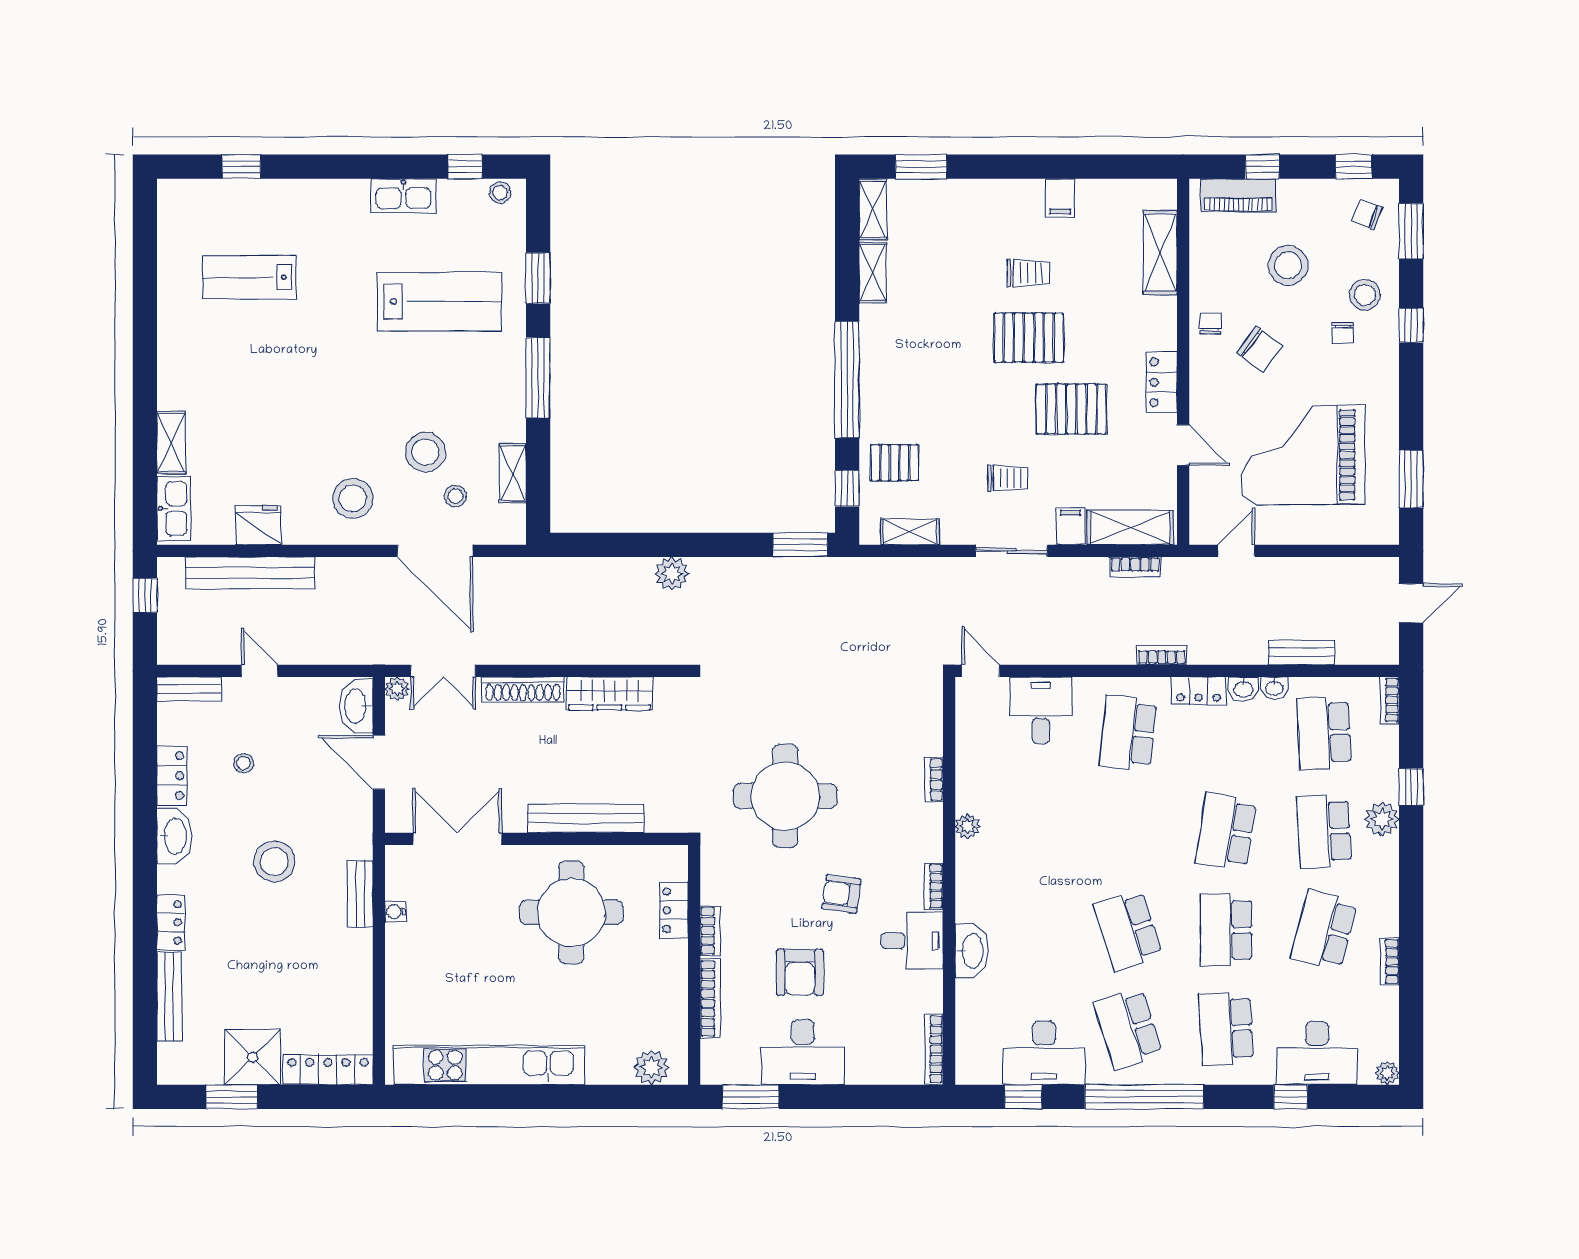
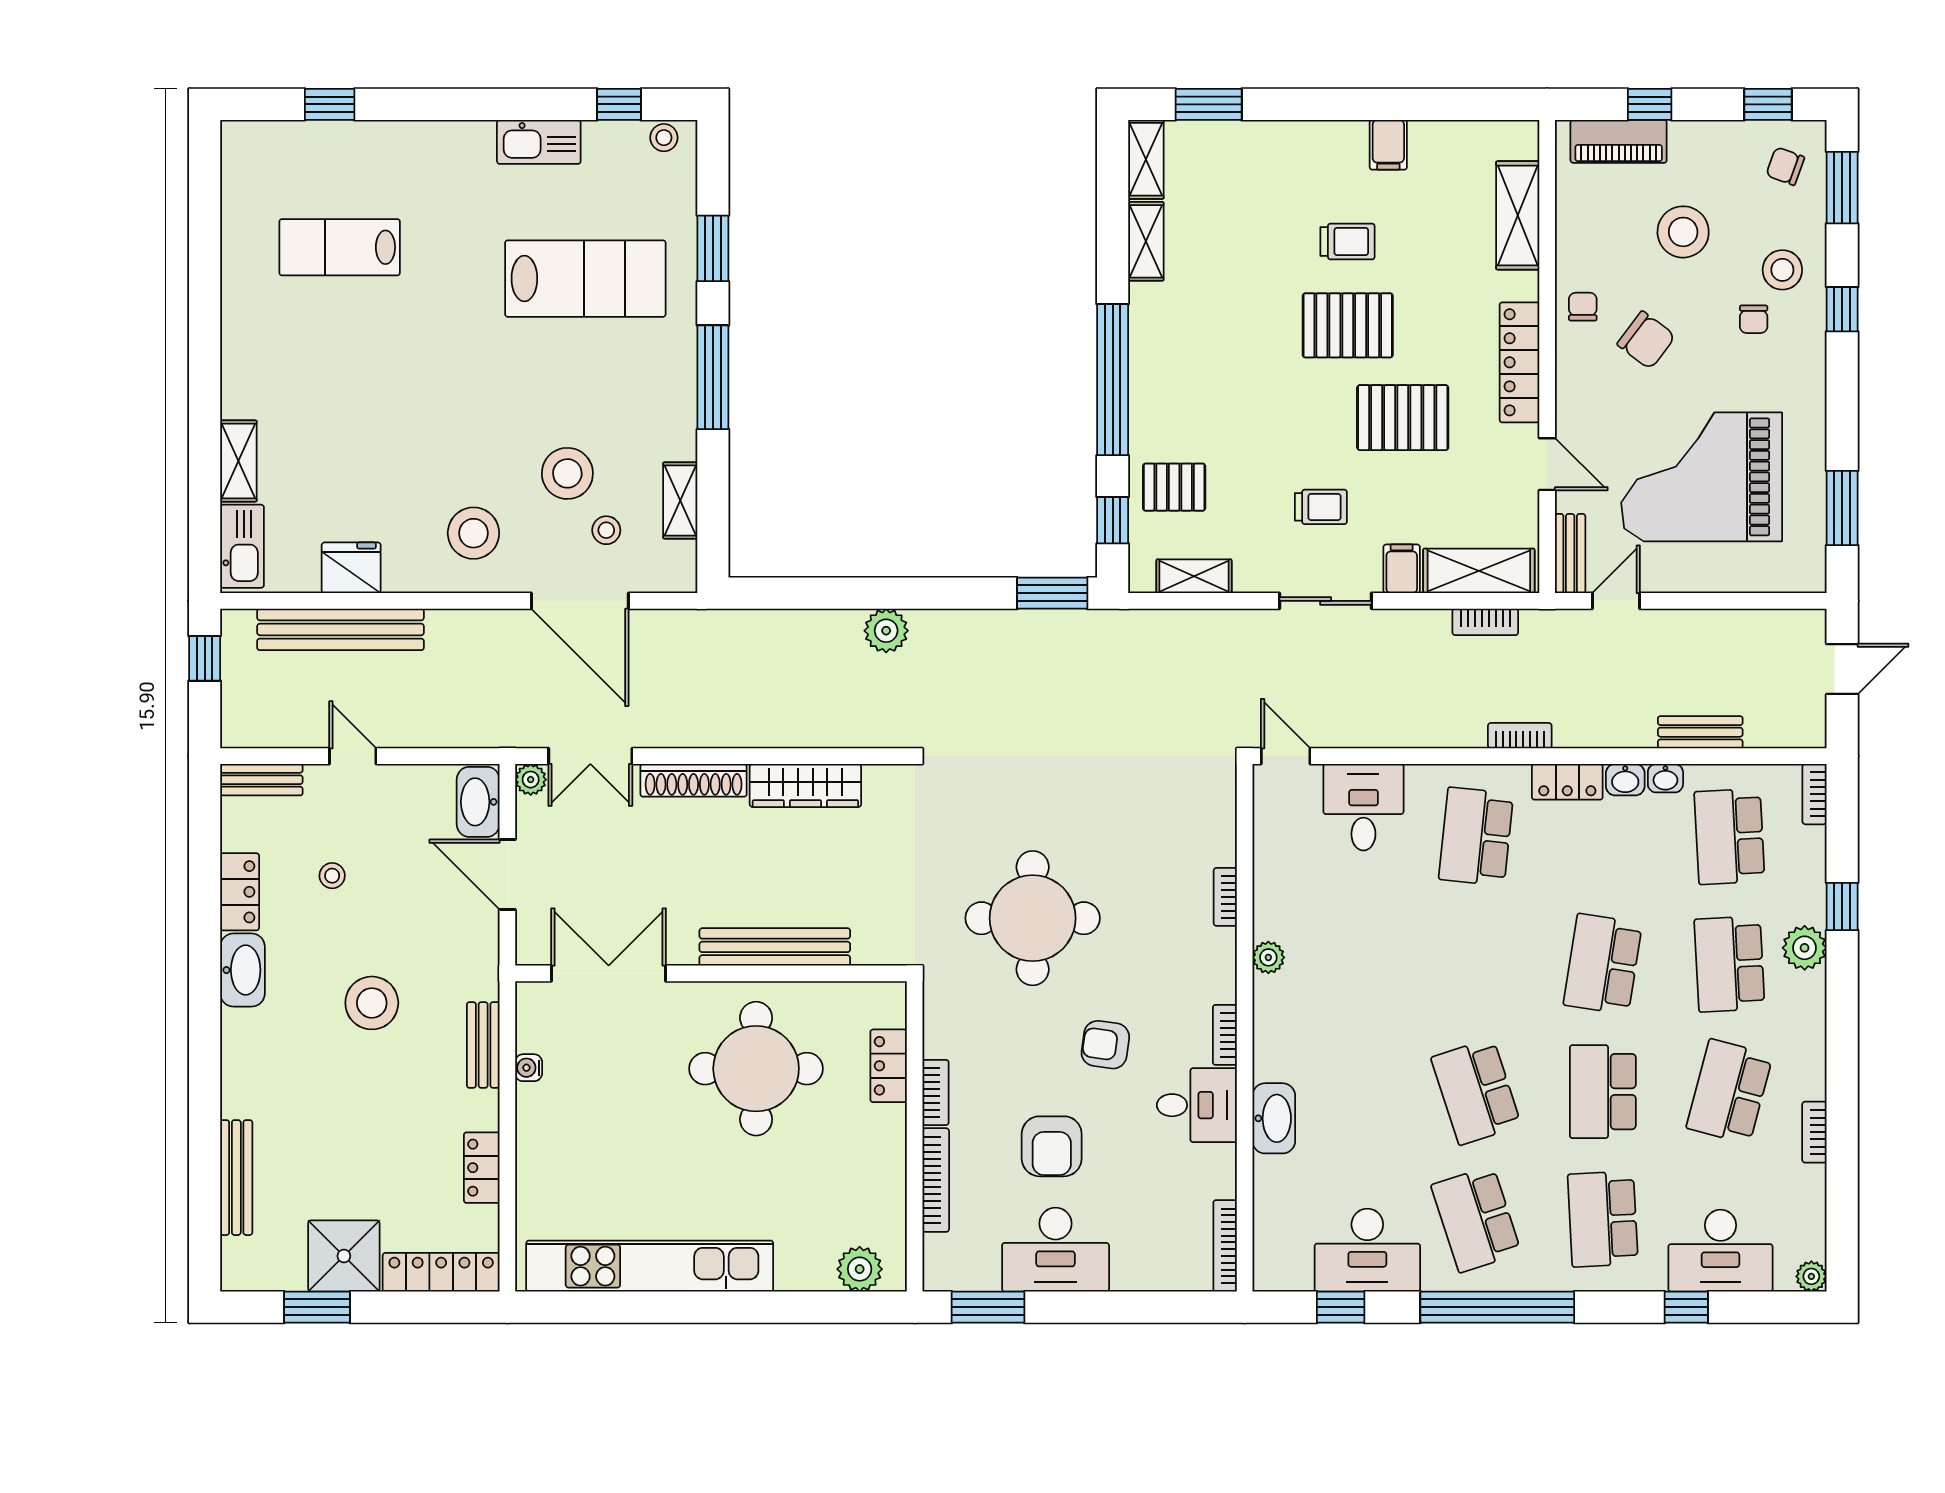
locker: (1162, 382) -> (1520, 362), width x1.53
bench: (1201, 514) -> (1570, 553), added
locker: (171, 922) -> (482, 1168), moved, turned 180

